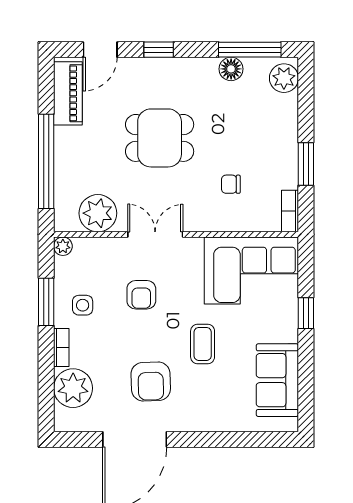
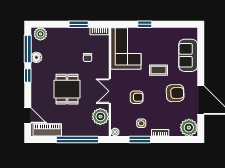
window: (159, 50) -> (28, 76), moved
sofa: (277, 380) -> (188, 55), moved, turned 90
plant: (73, 388) -> (189, 128), moved

